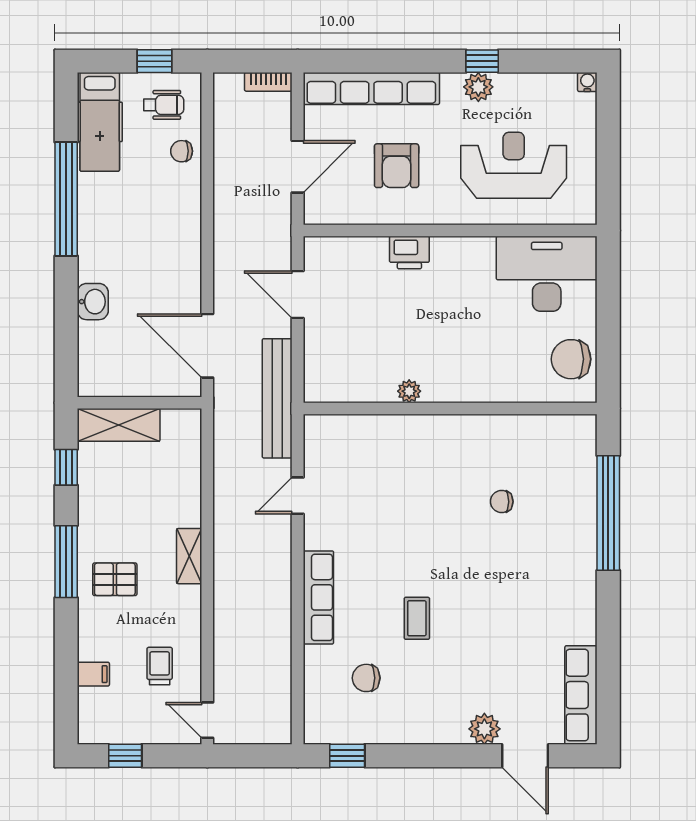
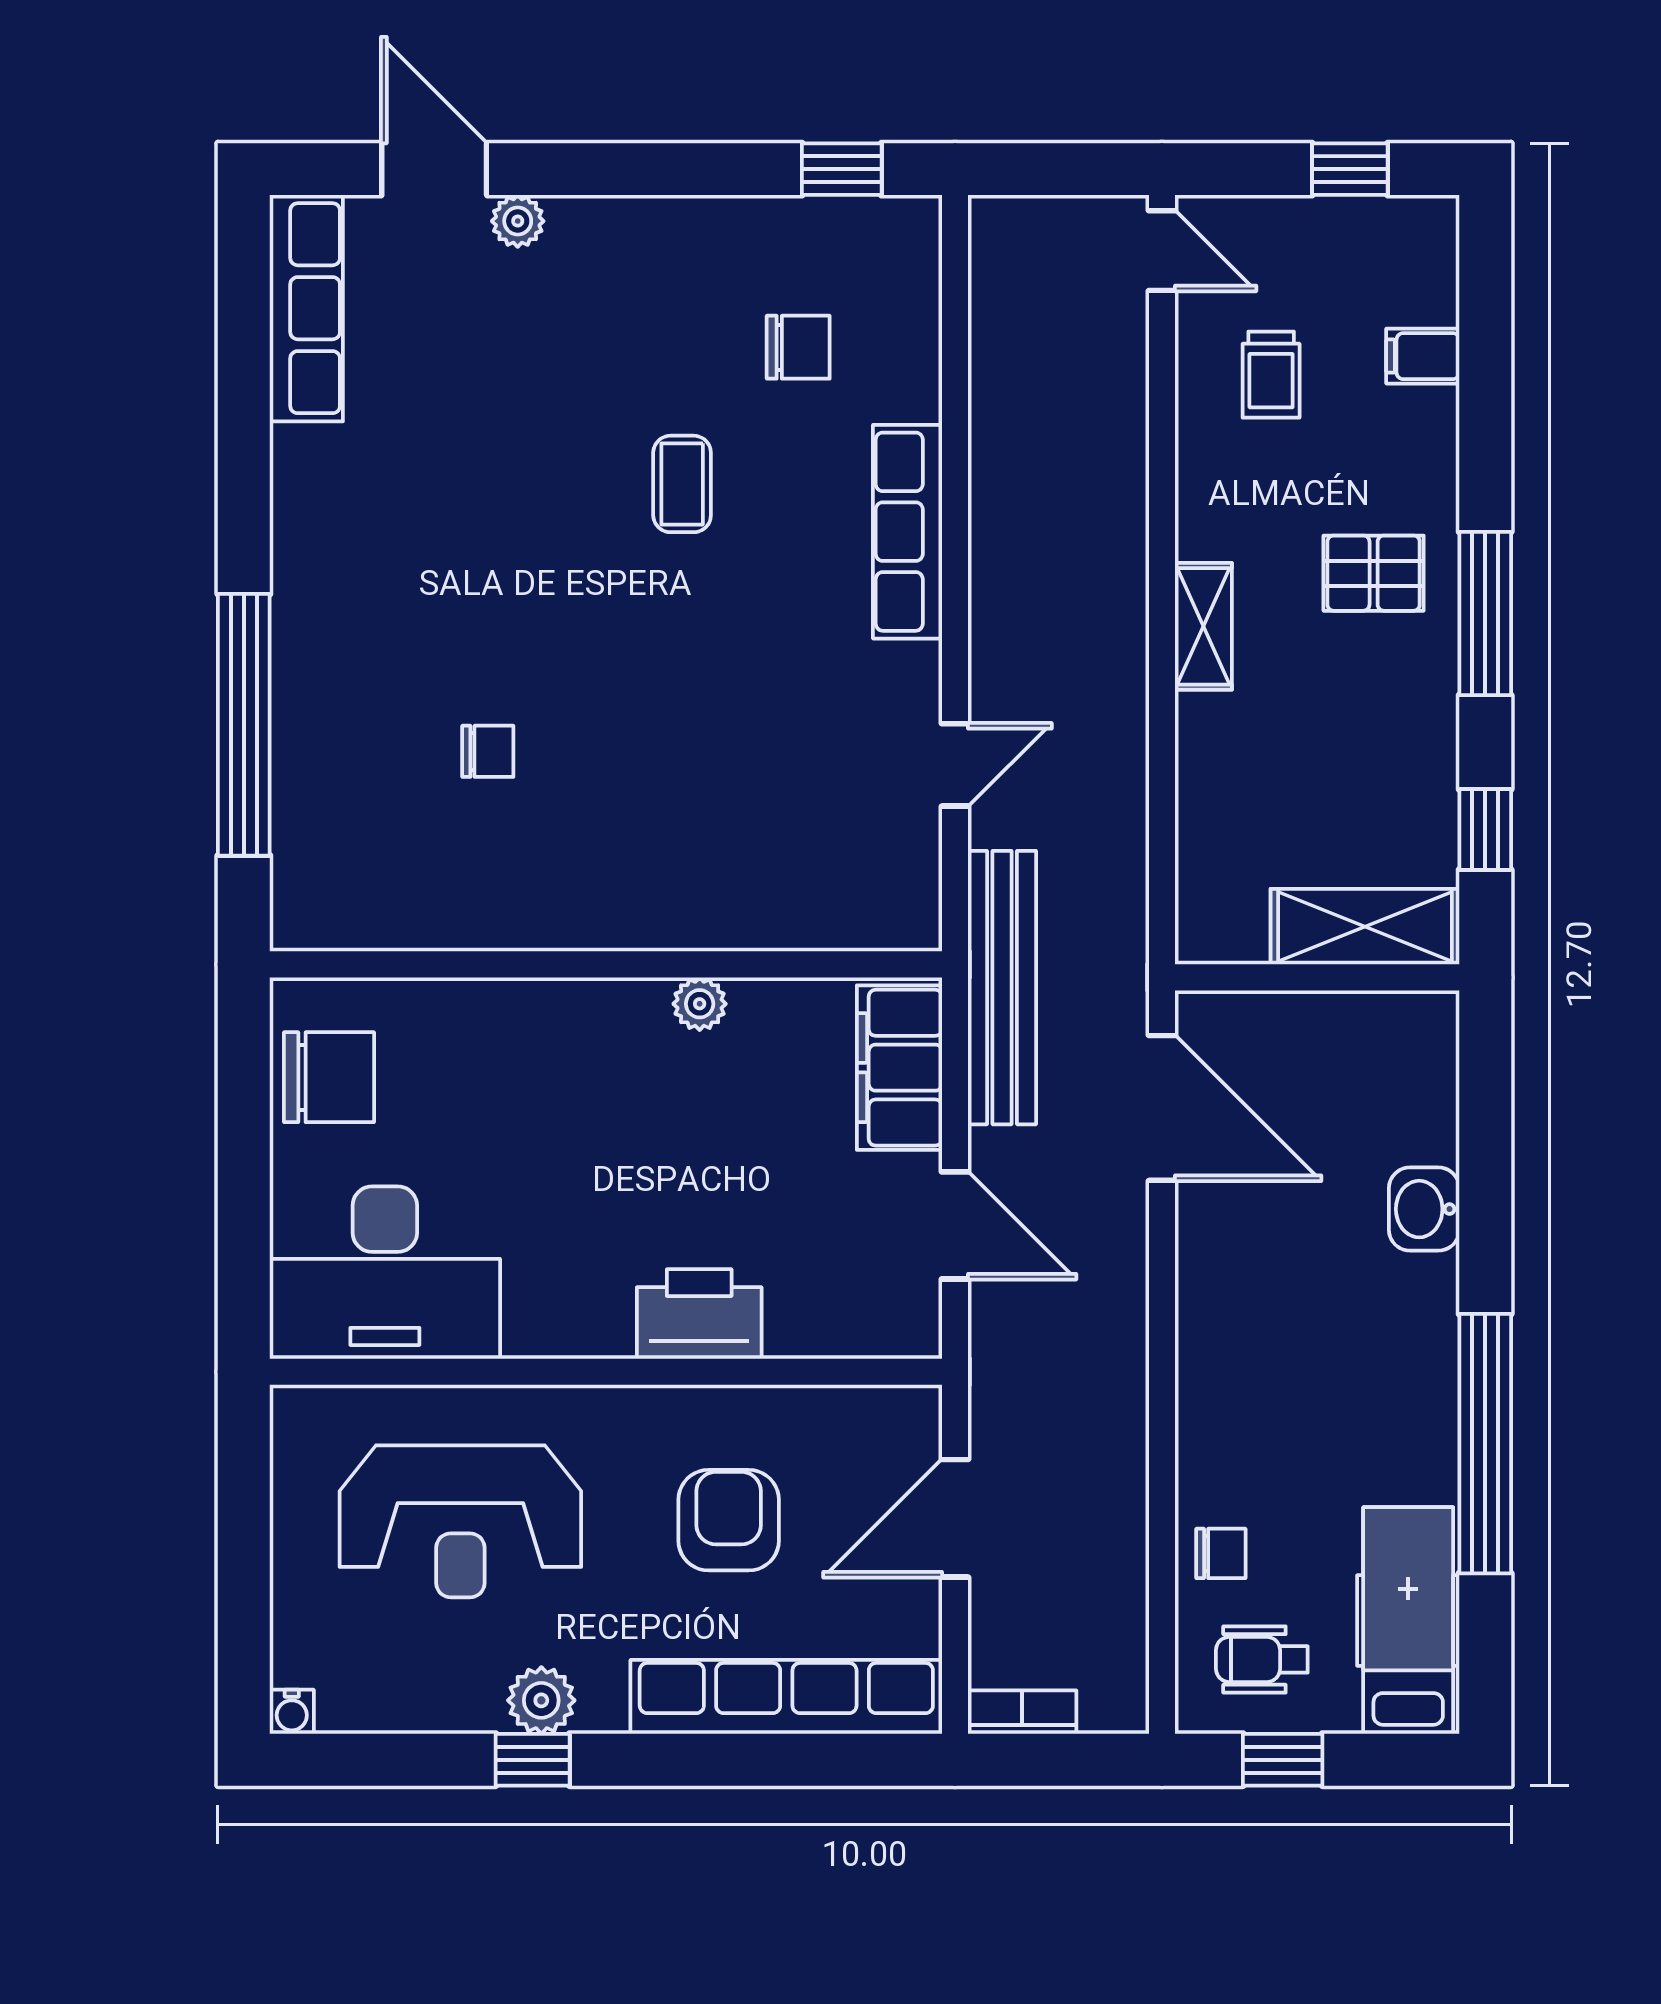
printer: (409, 253) -> (699, 1314), width x1.37, depth x1.19
filing cabinet: (322, 363) -> (899, 1068), added
plant: (484, 729) -> (518, 221), width x0.73, depth x0.73

